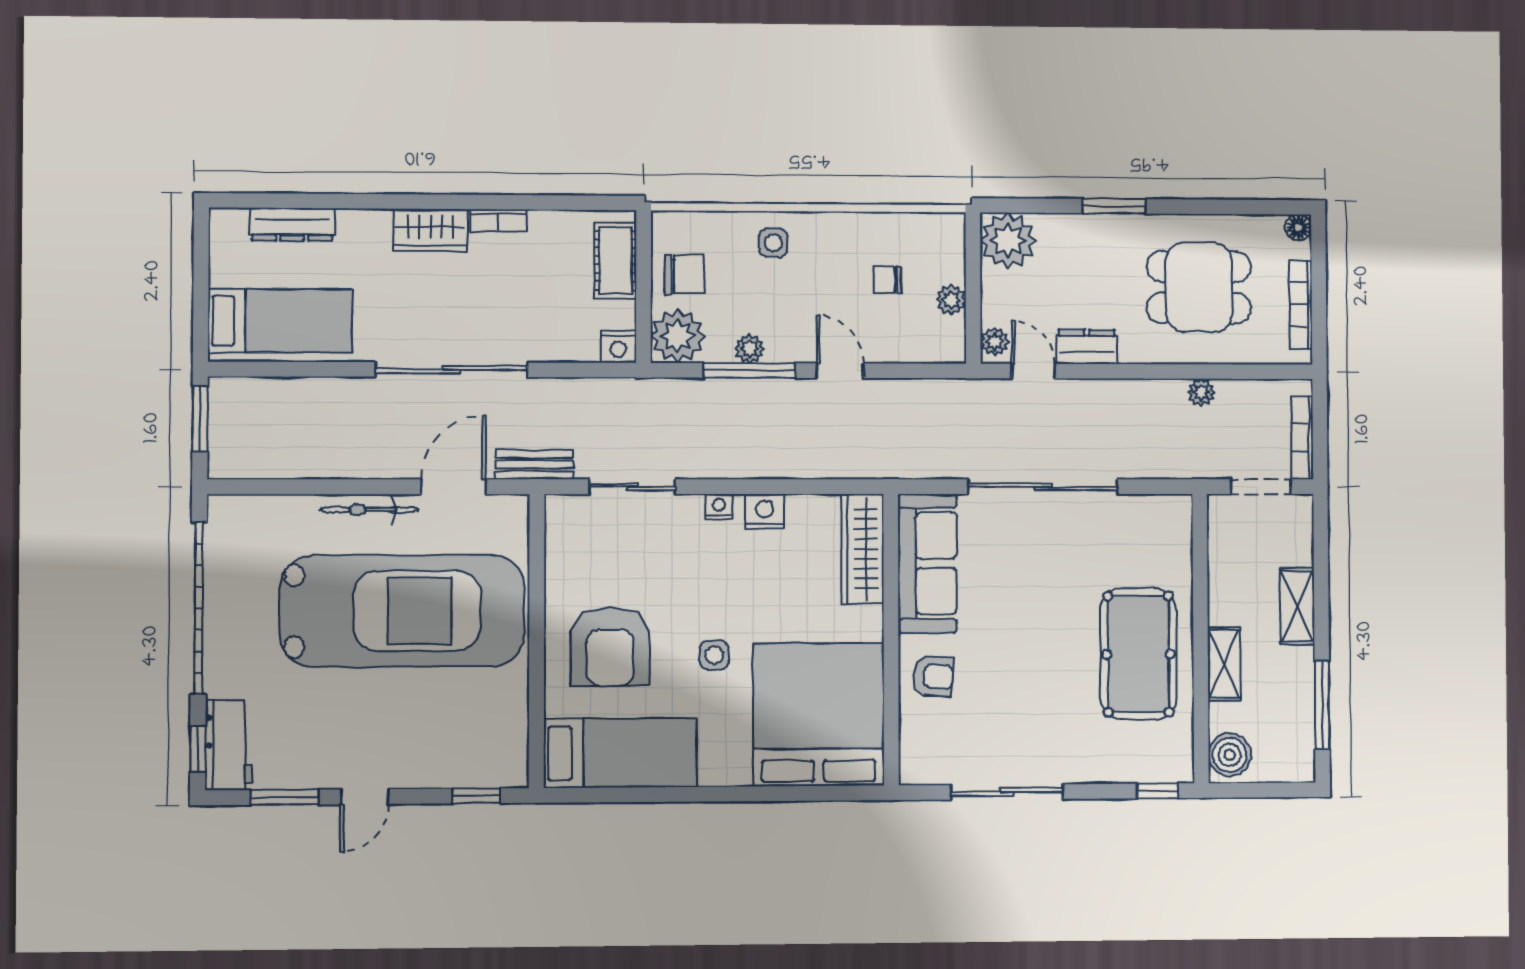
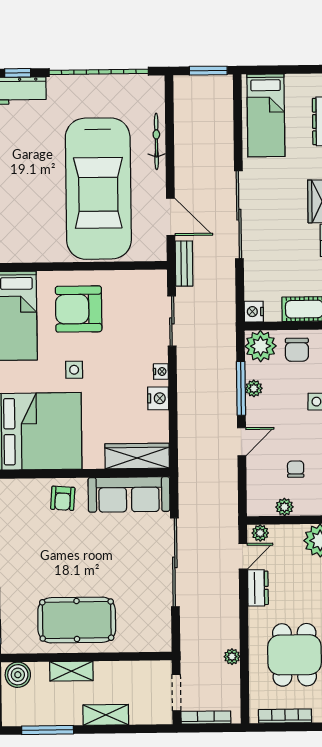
bicycle: (369, 510) -> (156, 141), moved

